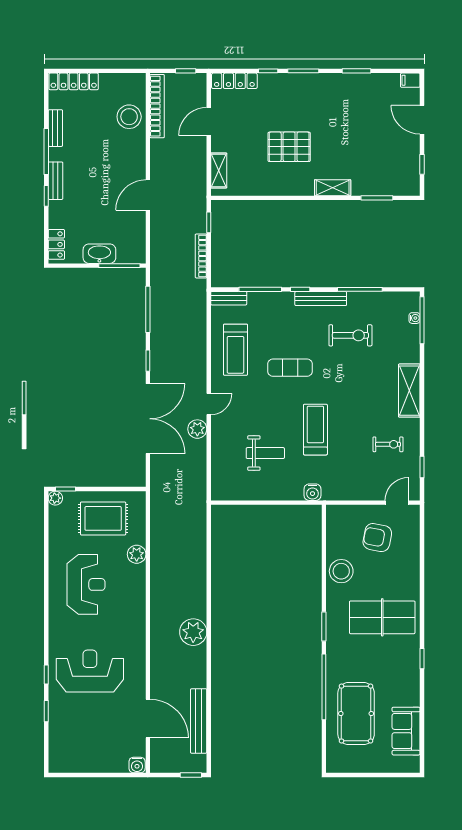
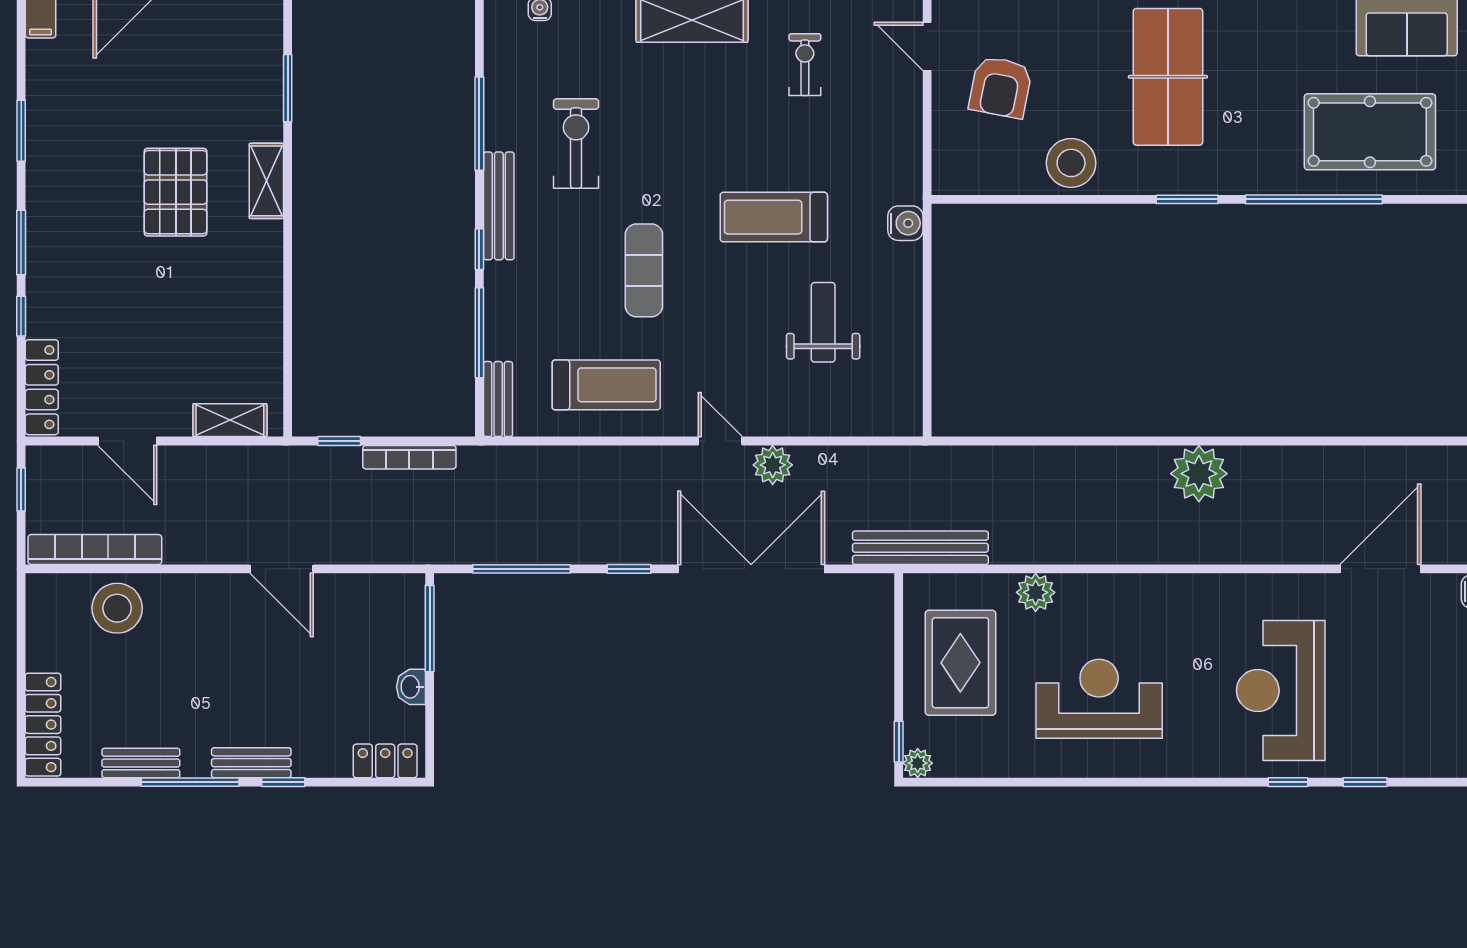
pallet: (289, 147) -> (176, 192), moved
washbasin: (99, 254) -> (411, 687), width x0.52, depth x0.69
bench: (199, 721) -> (920, 548), moved

